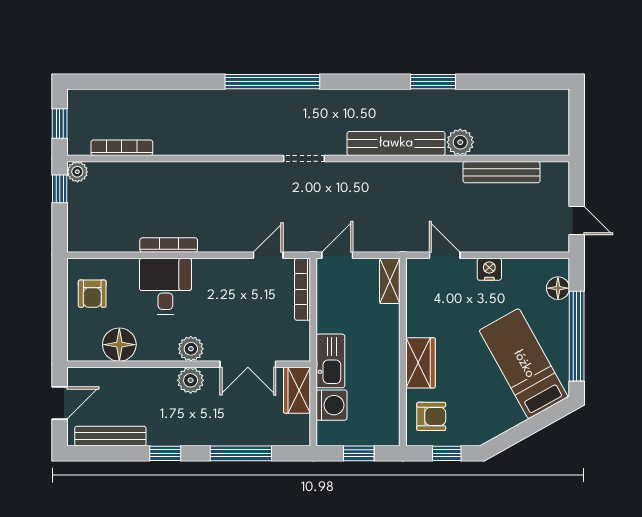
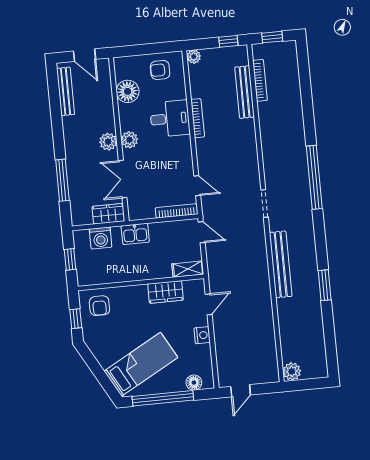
plant: (460, 142) -> (292, 371), moved
plant: (77, 172) -> (194, 57), moved
bench: (501, 172) -> (245, 92), moved
kitchen sink: (330, 361) -> (135, 234), width x0.73
wardrobe: (420, 363) -> (165, 292), moved
window: (165, 453) -> (57, 129), removed

